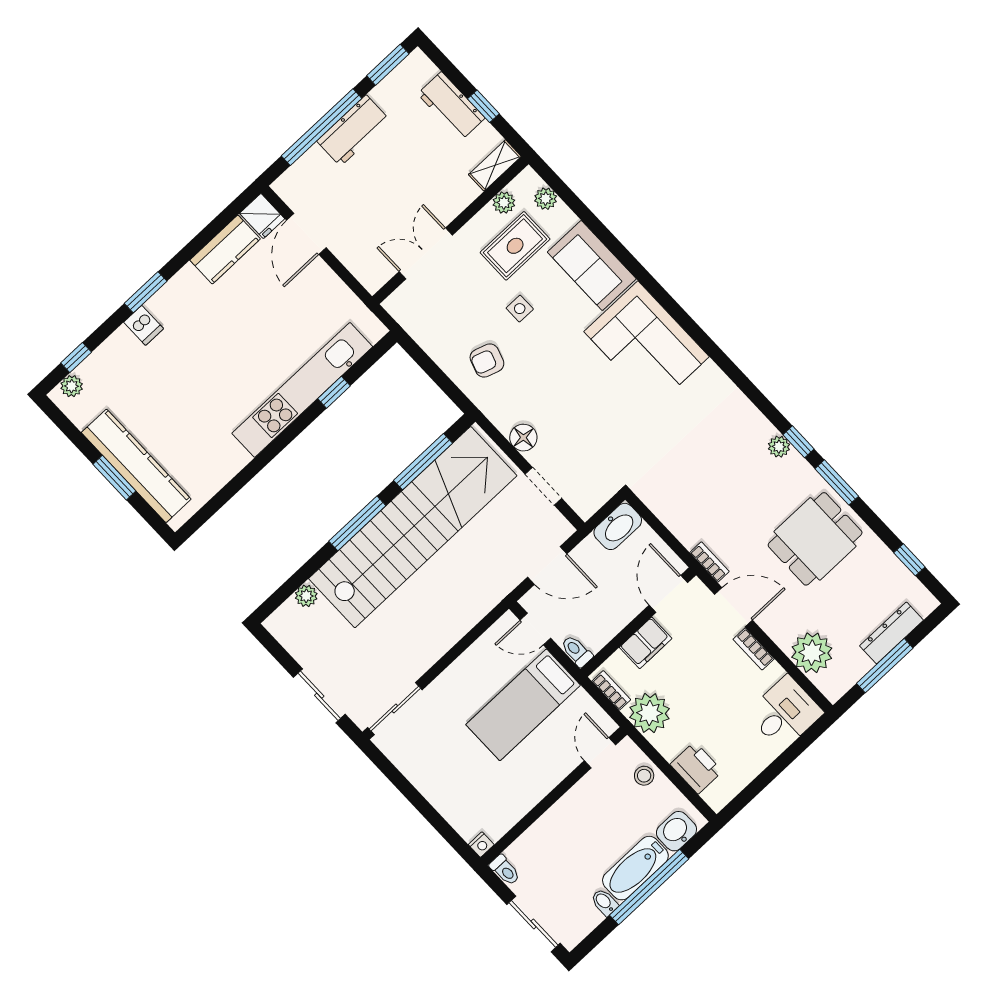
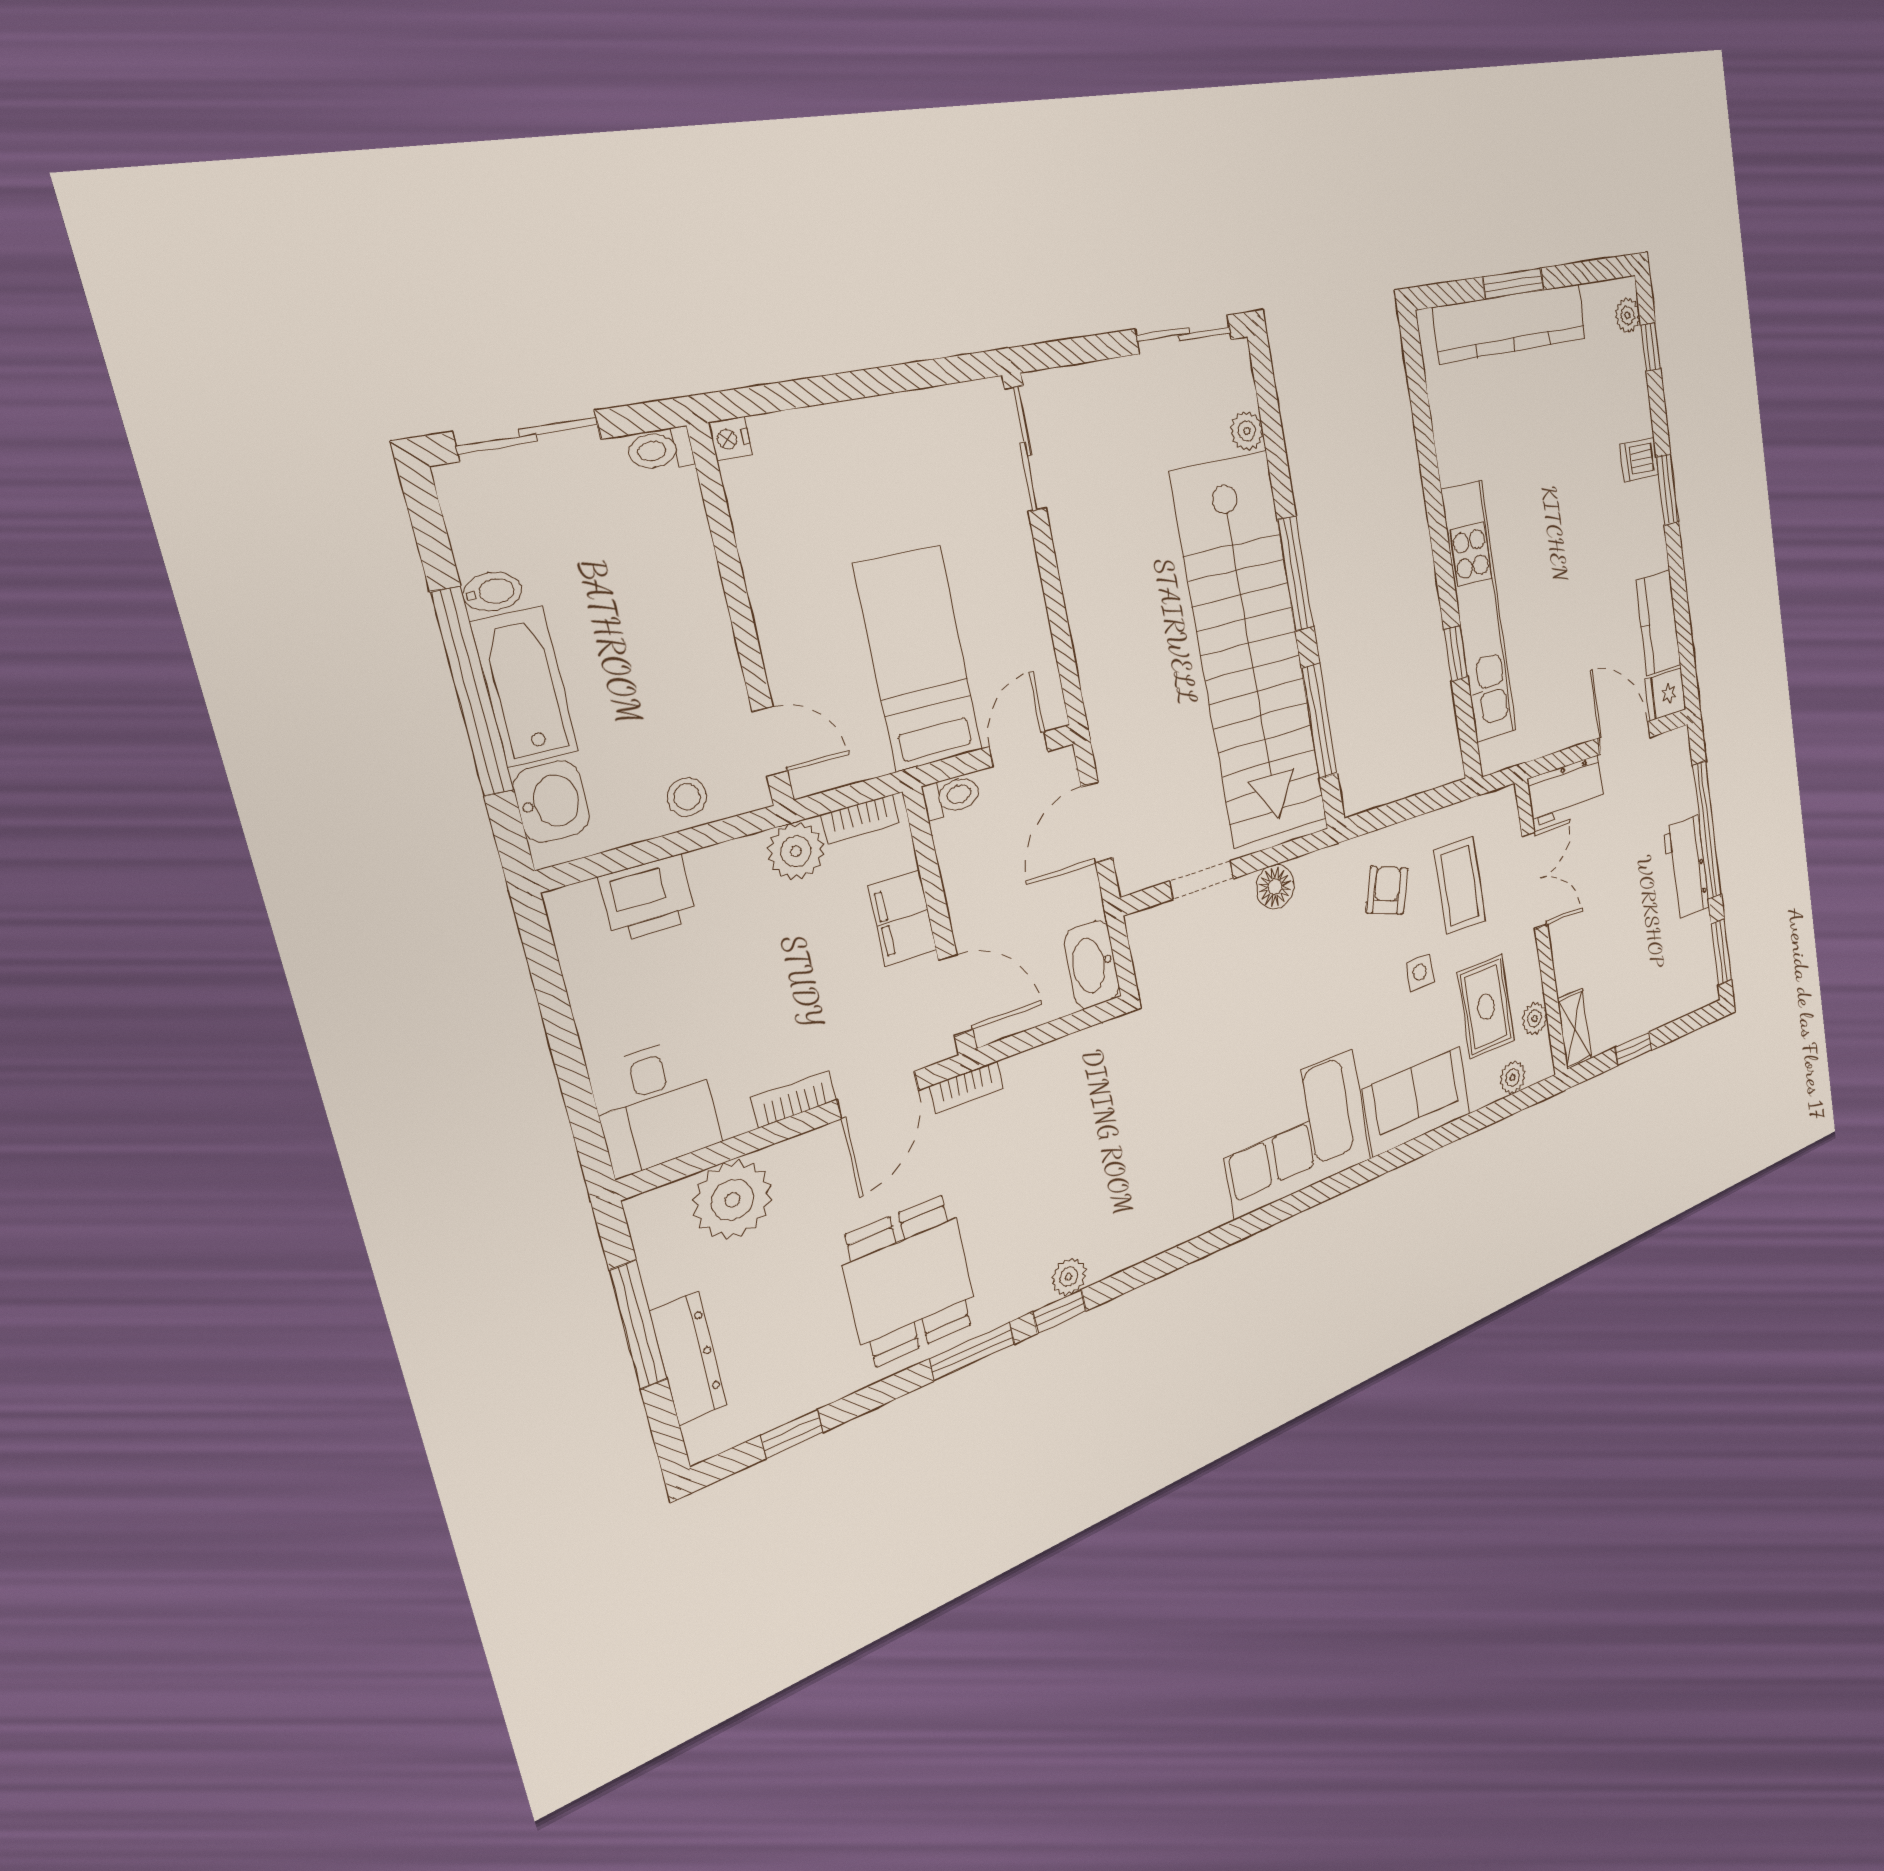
workbench: (451, 106) -> (1566, 791), moved, turned 180
coffee table: (458, 309) -> (1460, 886), added
sliding door: (319, 696) -> (1184, 334), moved
plant: (650, 713) -> (796, 851), width x0.73, depth x0.73

